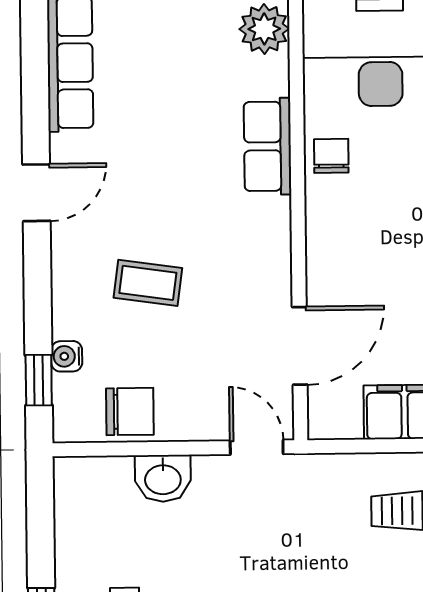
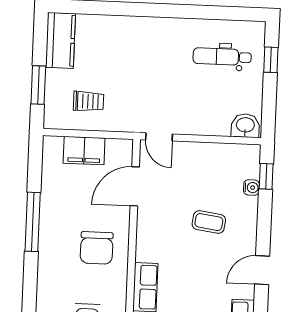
chair: (331, 156) -> (97, 248), moved, width x1.87, depth x1.87
chair: (130, 412) -> (221, 158), removed
washbasin: (163, 478) -> (245, 126), moved

